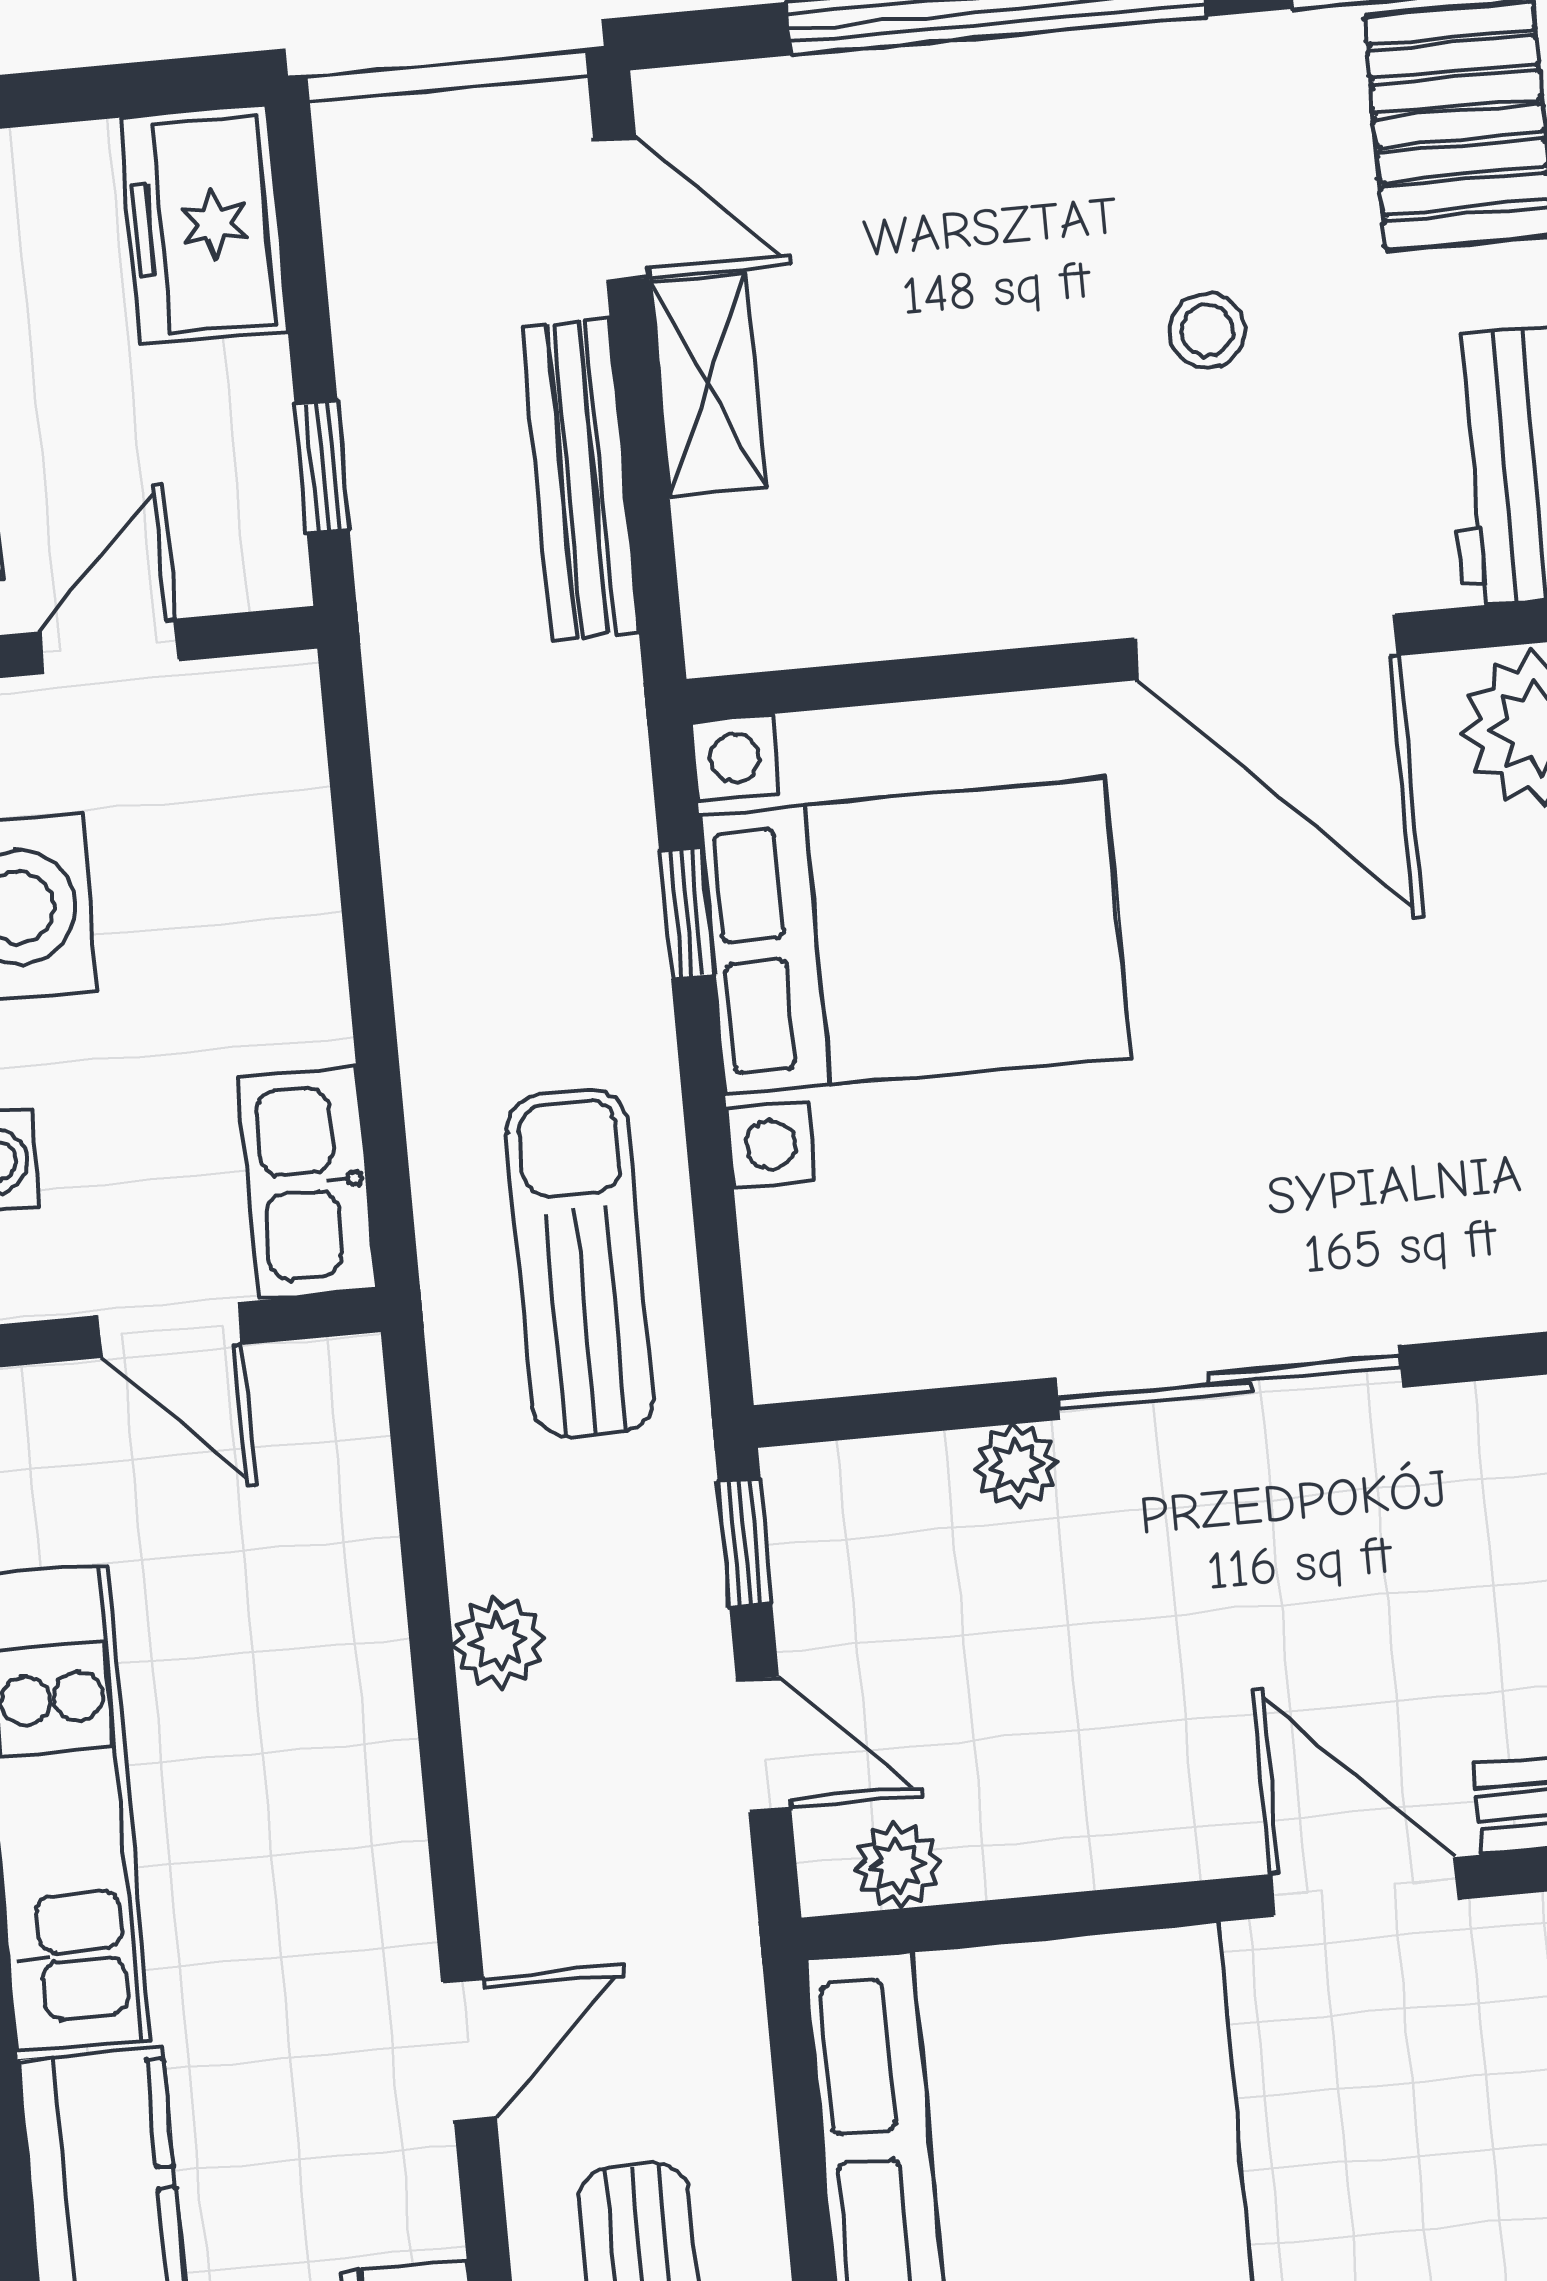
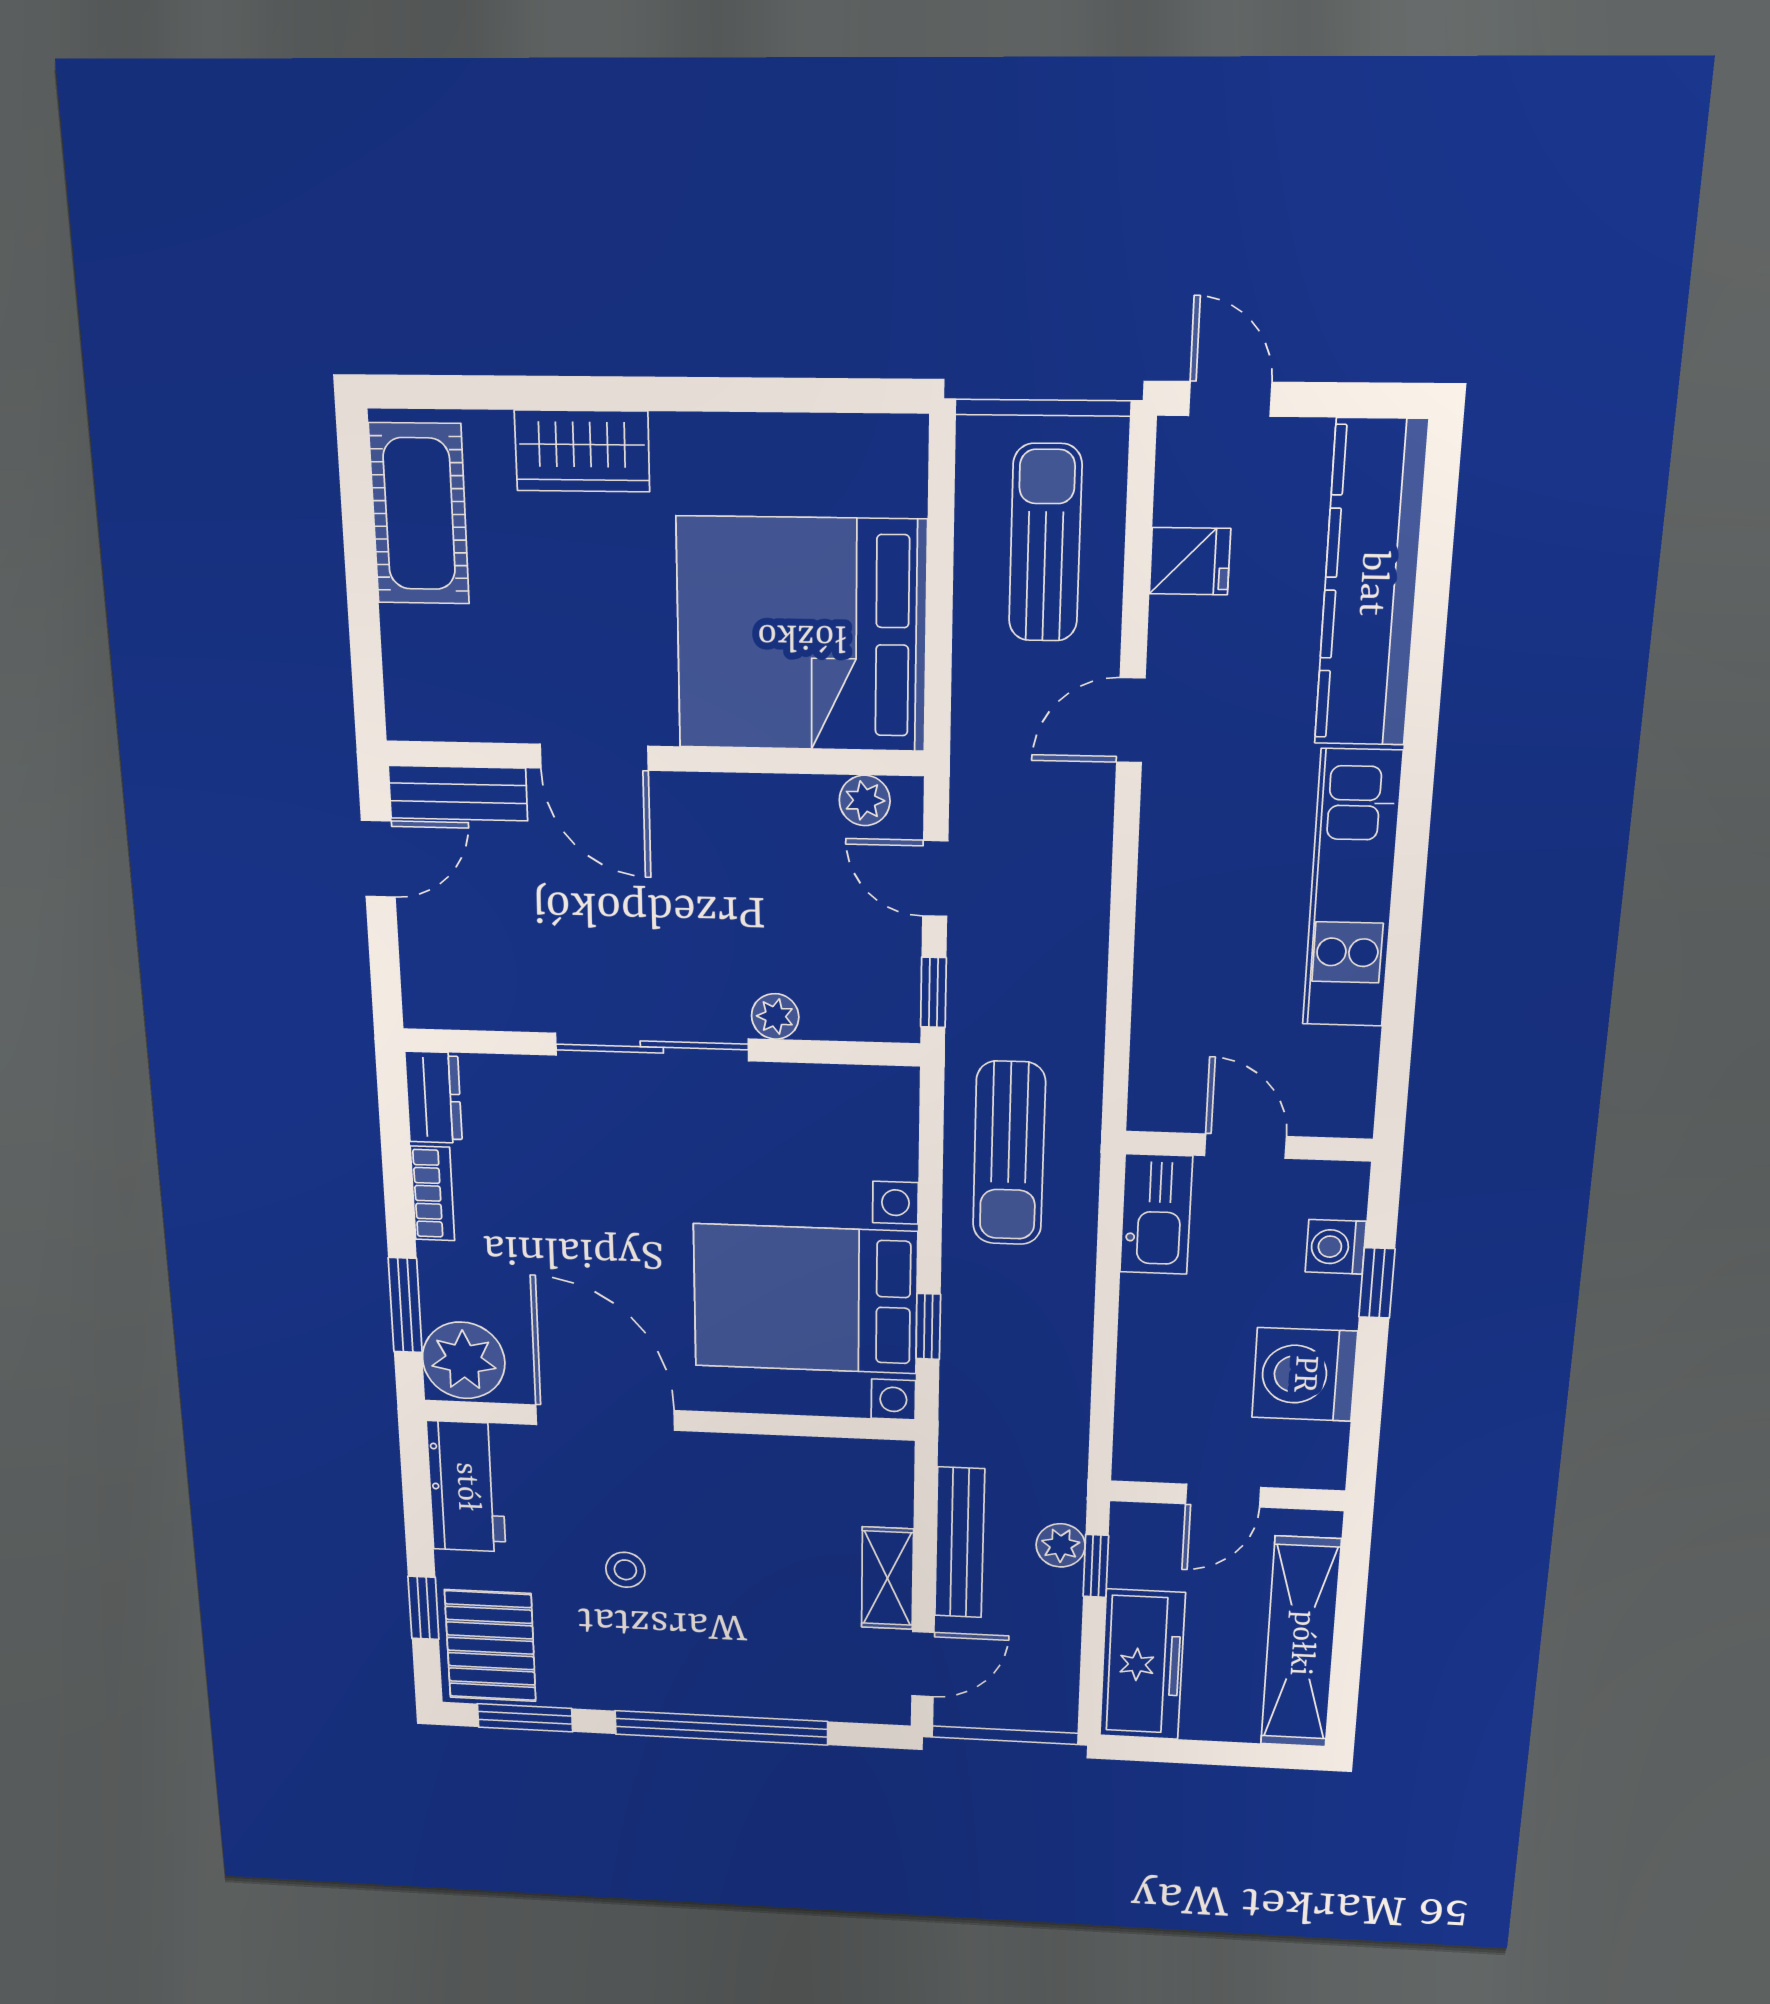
door: (621, 209) -> (923, 1664), swing flipped
freezer: (204, 224) -> (1142, 1665), width x1.40
plant: (498, 1642) -> (1061, 1545), moved

